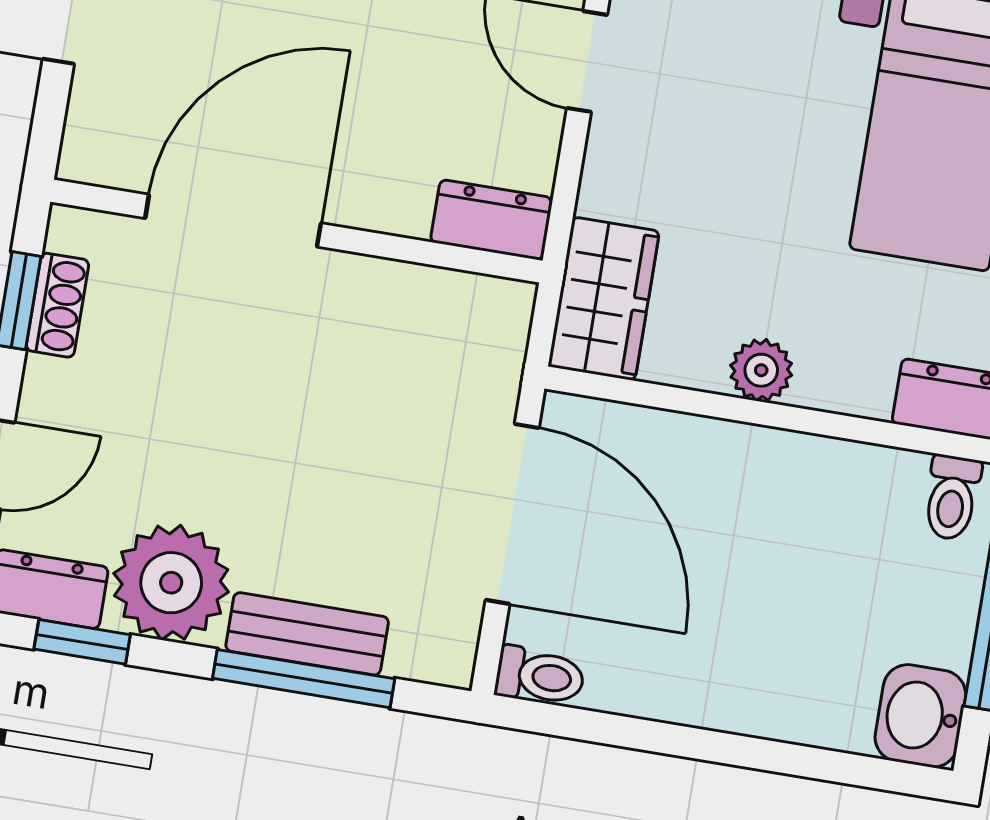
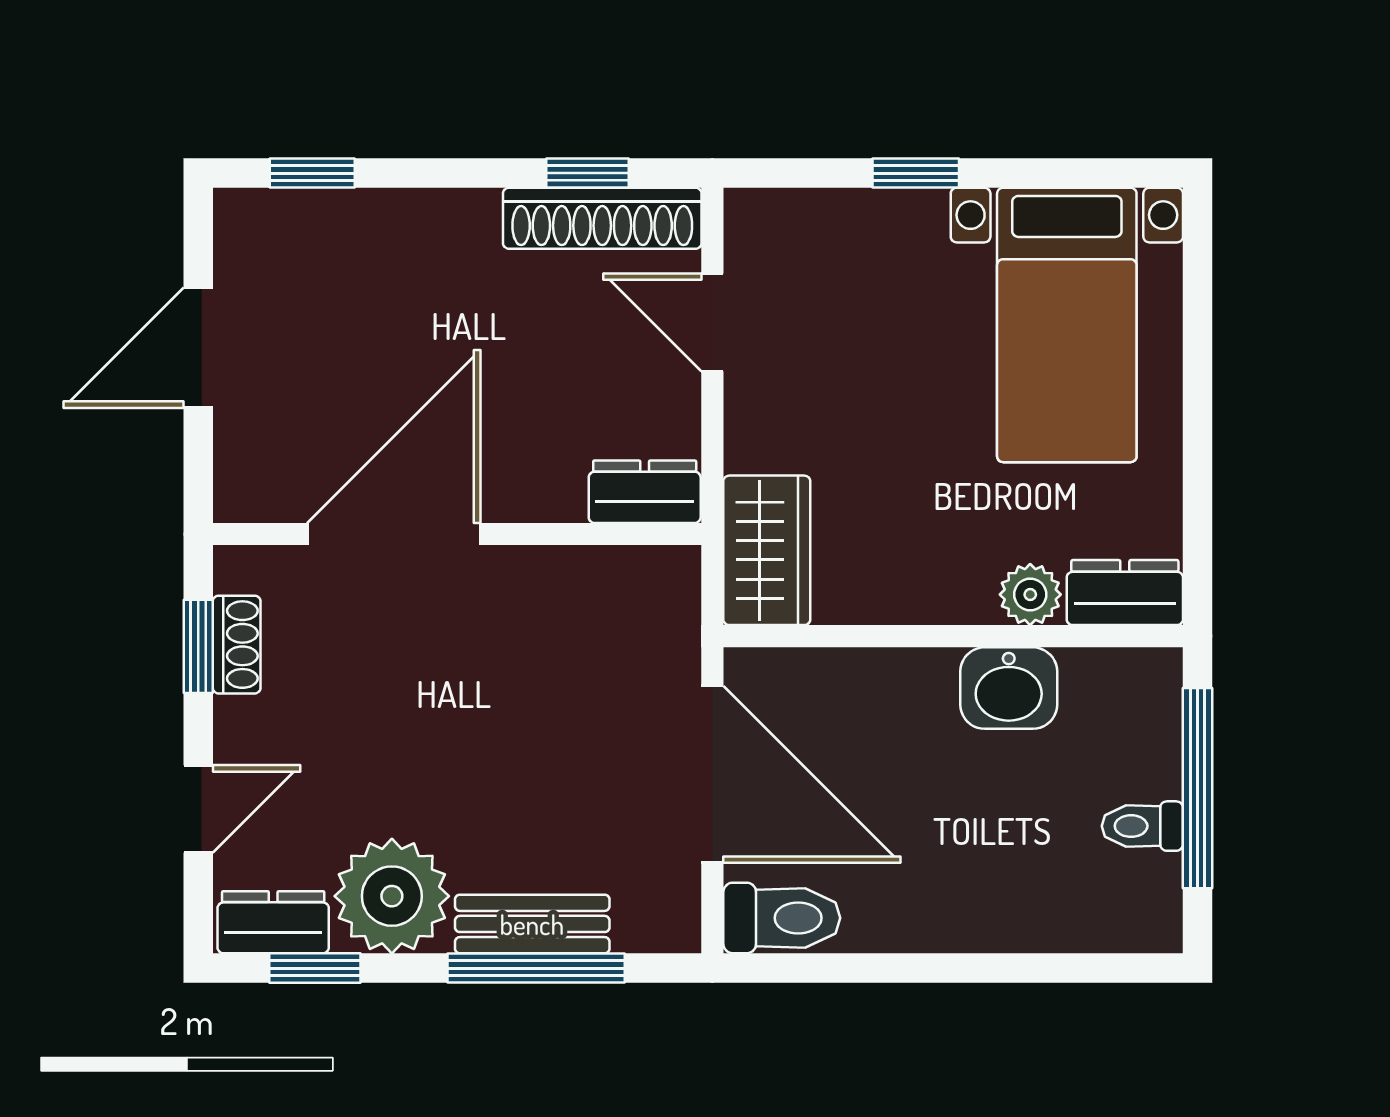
plant: (761, 370) -> (1030, 595), moved
toilet: (952, 498) -> (1142, 826), moved, turned 90
toilet: (540, 676) -> (782, 918), width x1.37, depth x1.39
washbasin: (920, 716) -> (1009, 688), moved, turned -90

